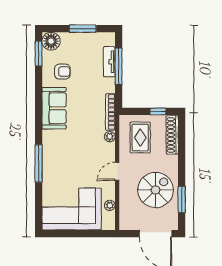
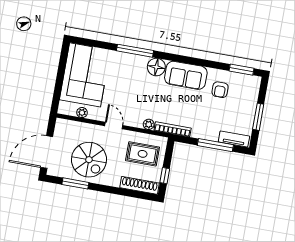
floor lamp: (51, 41) -> (156, 67), moved
tv unit: (109, 62) -> (234, 139), moved

